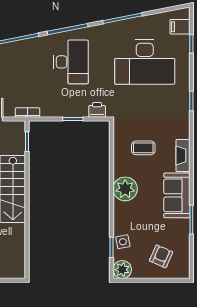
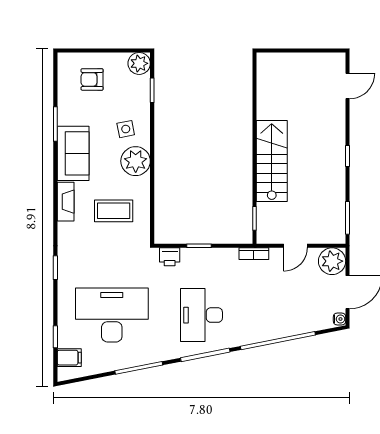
coffee table: (143, 148) -> (114, 211), width x1.36, depth x1.30
side table: (123, 242) -> (126, 129), moved
armchair: (161, 256) -> (92, 79), turned 66

